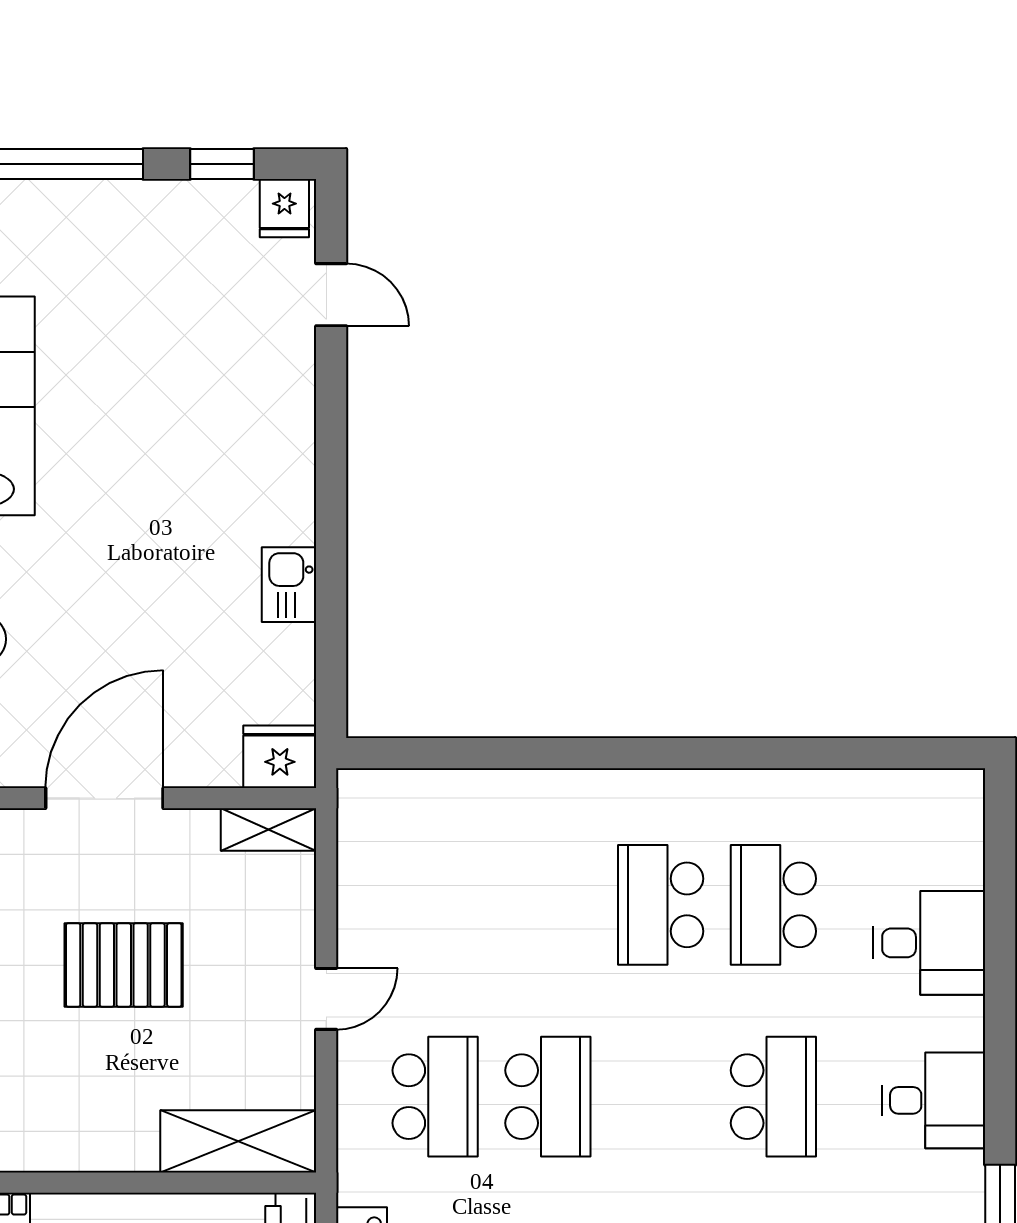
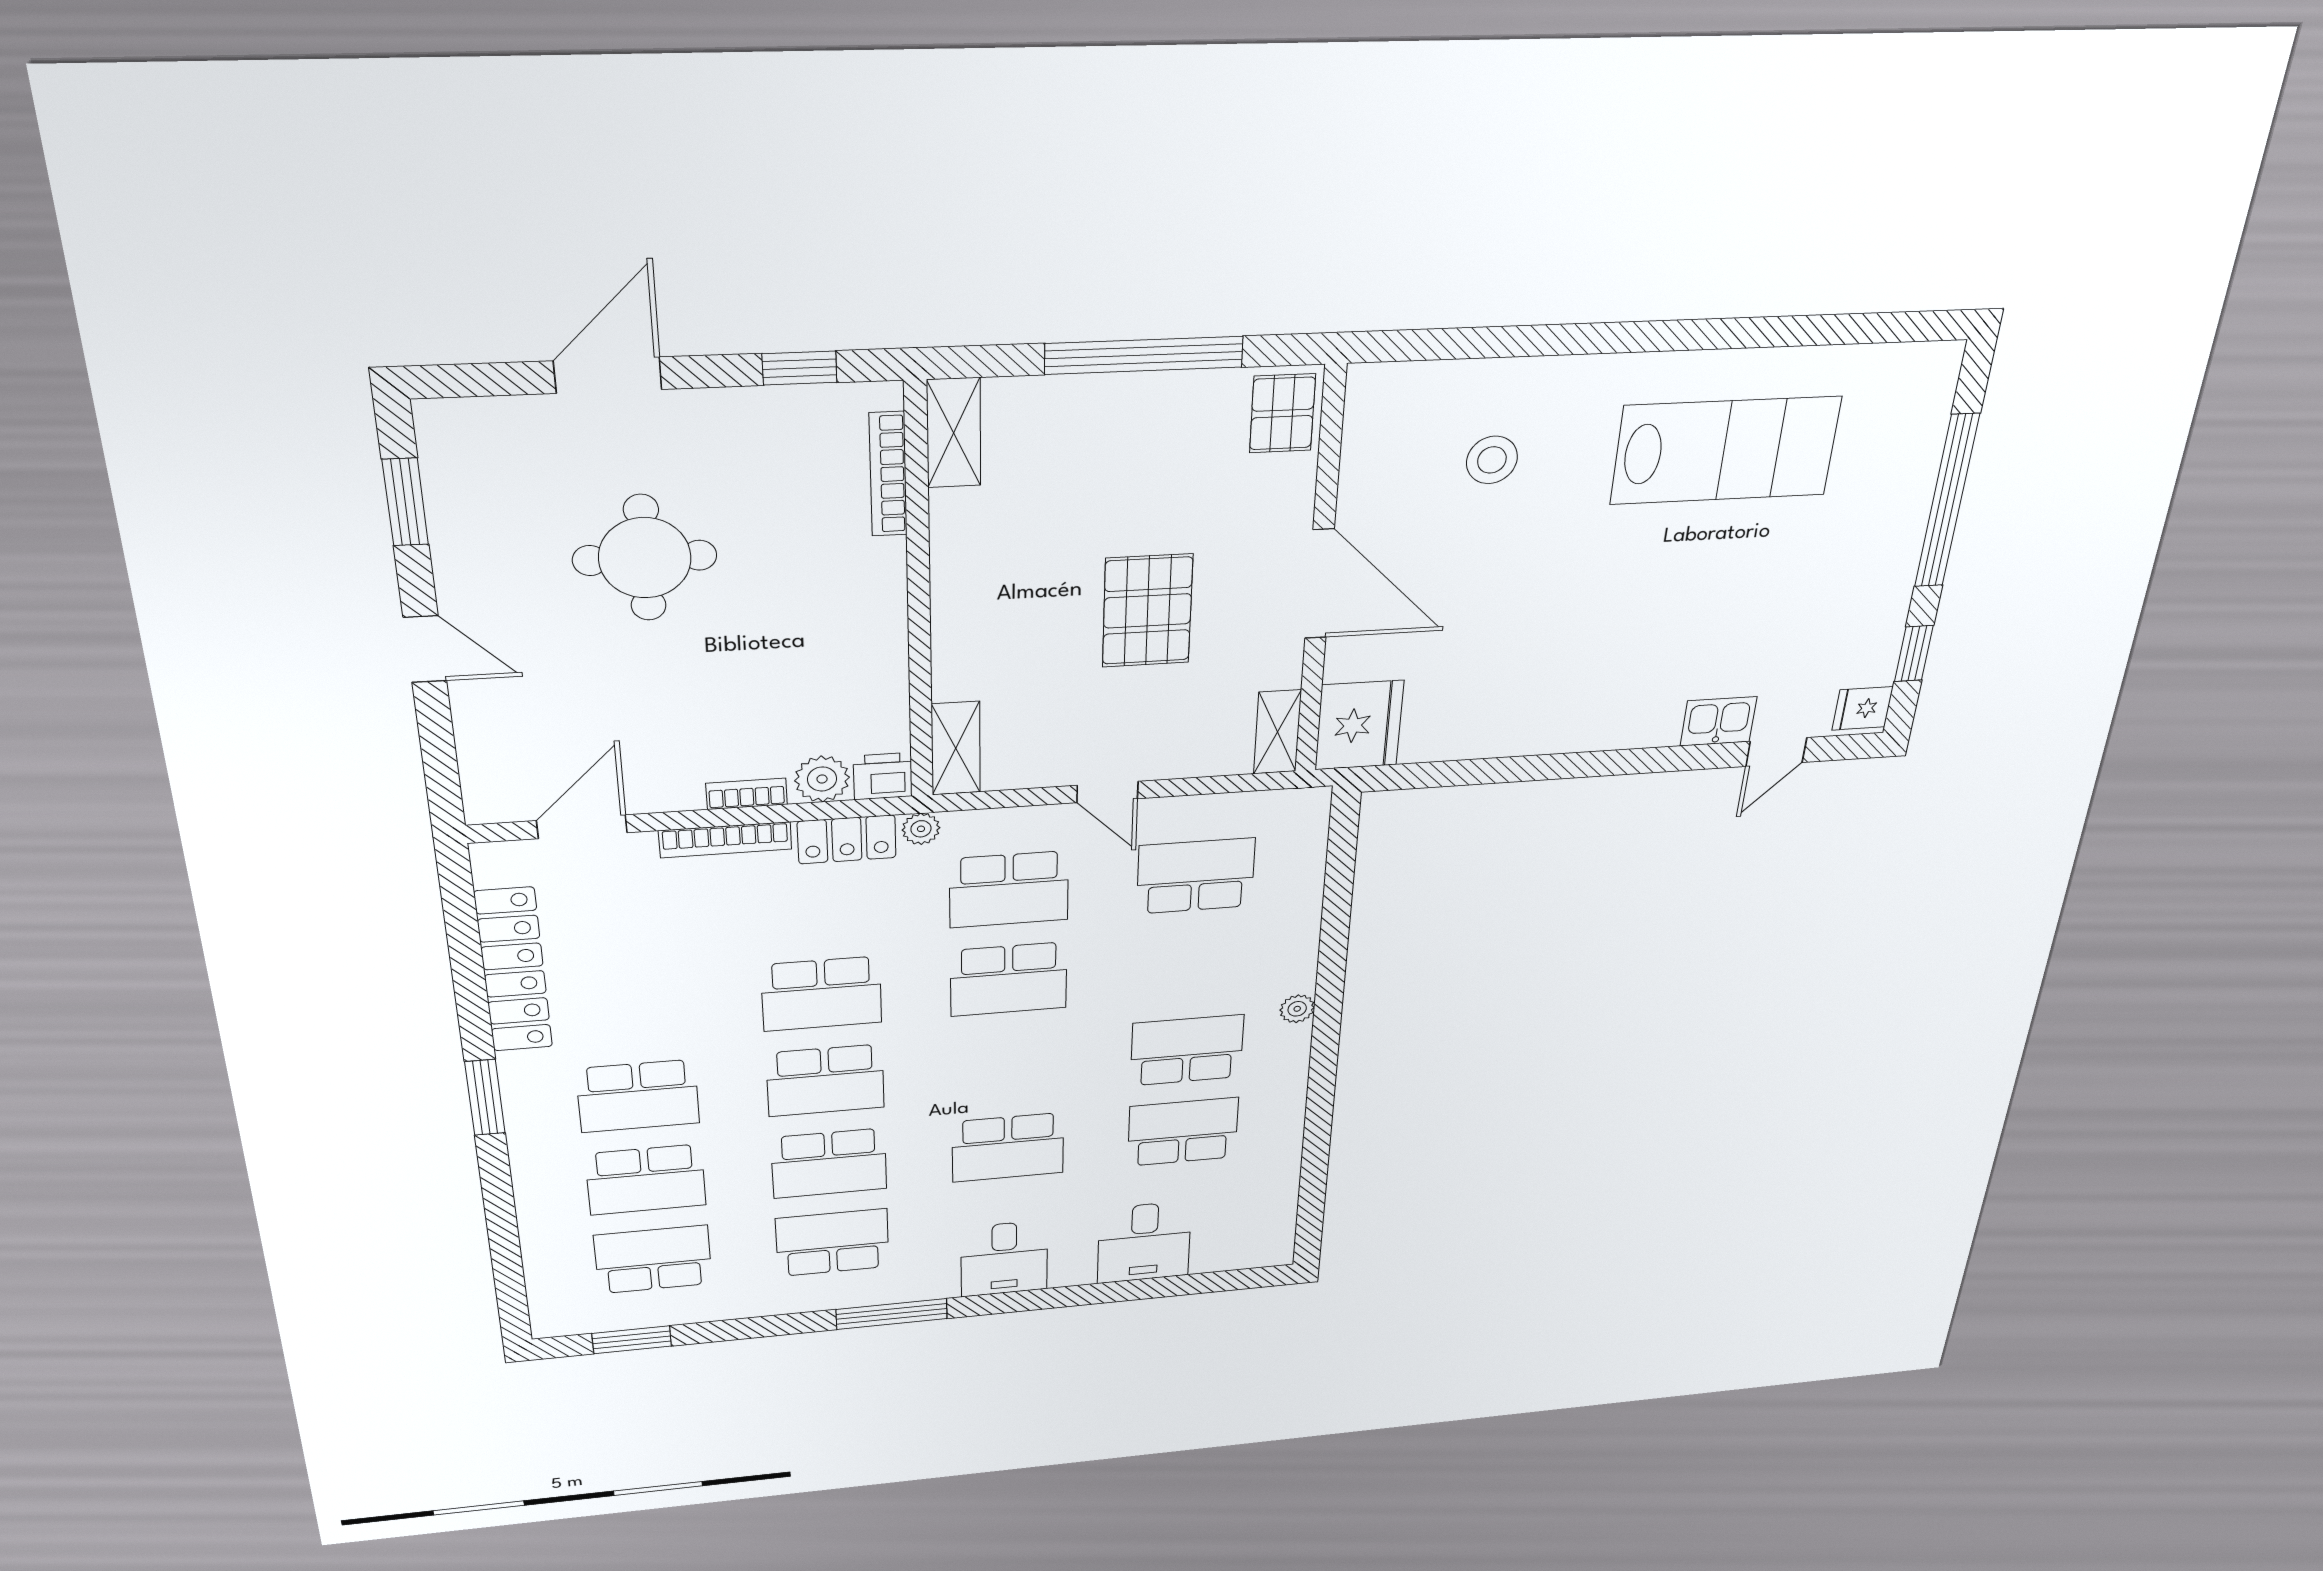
kitchen sink: (289, 585) -> (1719, 721), moved
fridge: (280, 757) -> (1359, 725), width x1.36, depth x1.34
plant: (617, 787) -> (1297, 1009), added
school desk: (435, 905) -> (1196, 876), added
shelving: (238, 1141) -> (956, 748), width x0.67, depth x0.75
plant: (355, 1184) -> (921, 829), added

